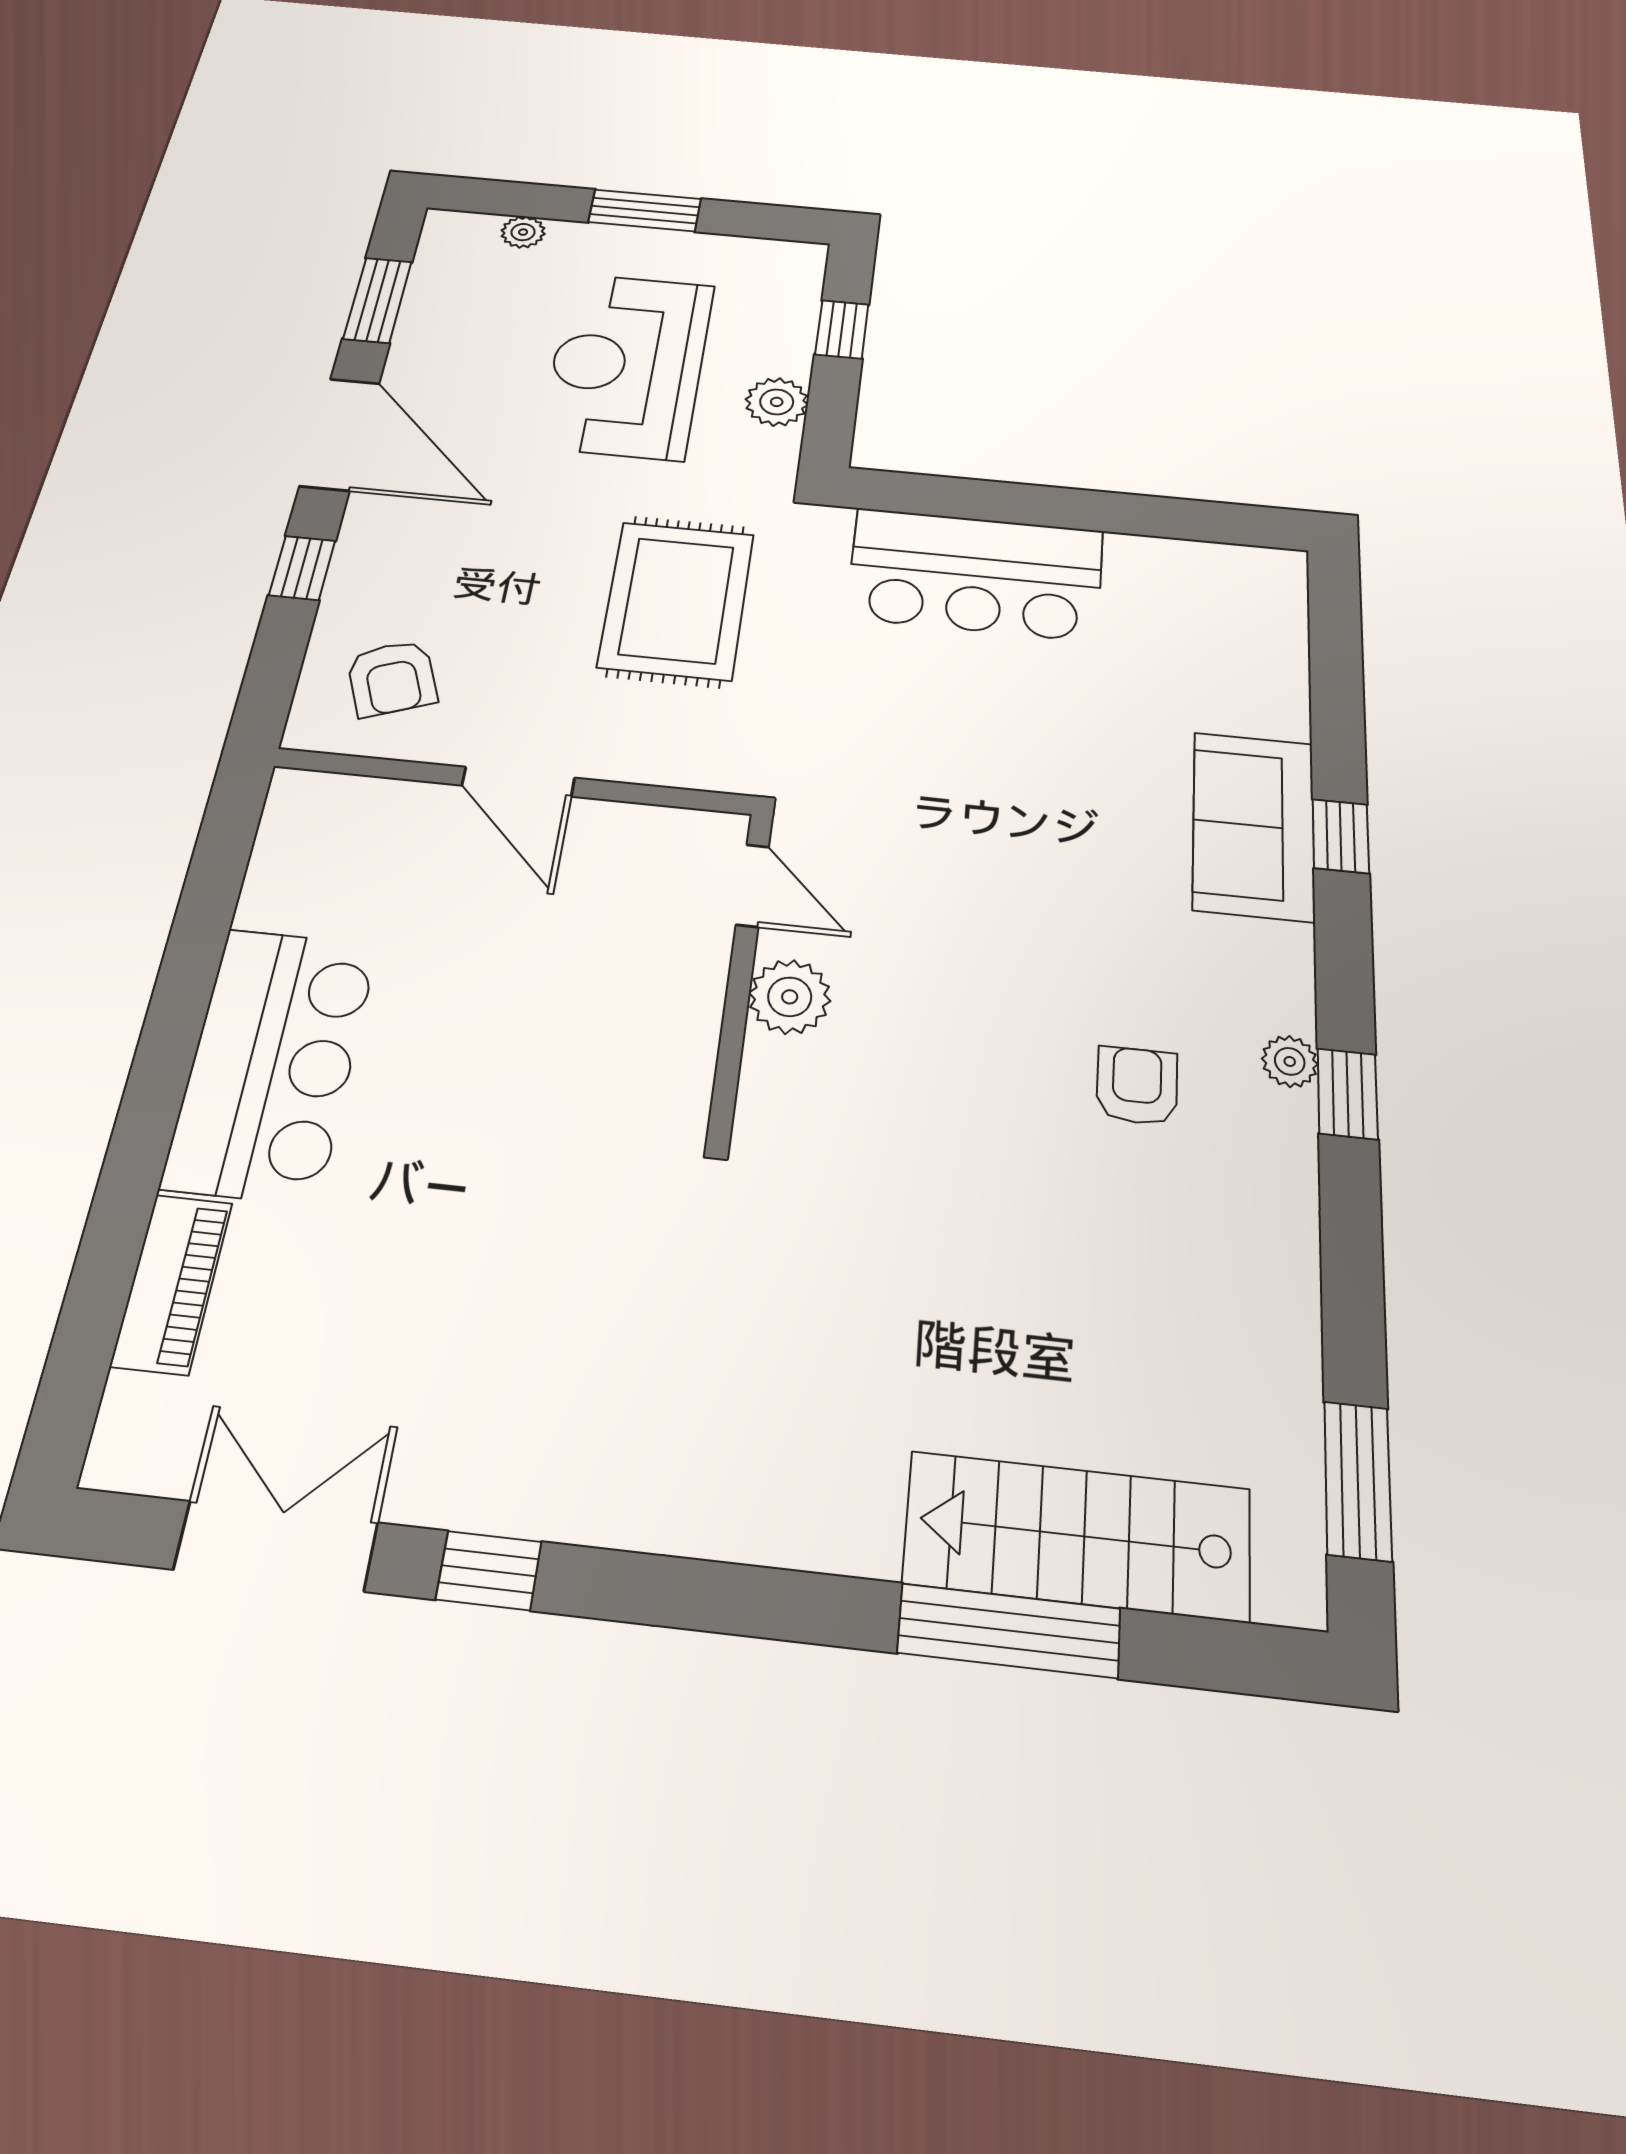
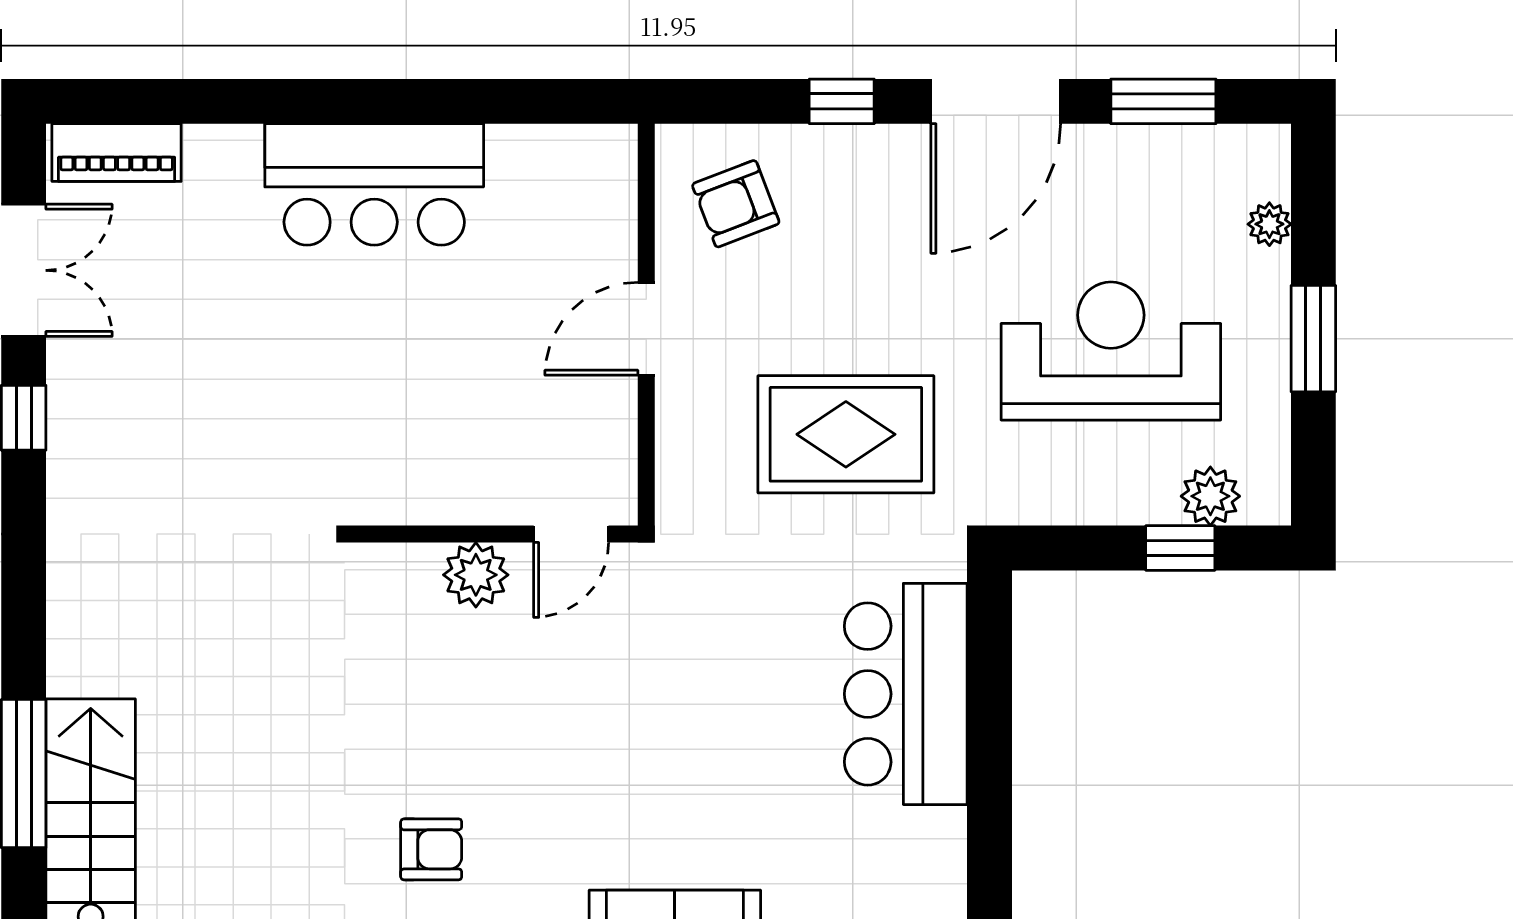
plant: (777, 402) -> (1210, 496), moved
piano: (172, 1284) -> (117, 153), moved

